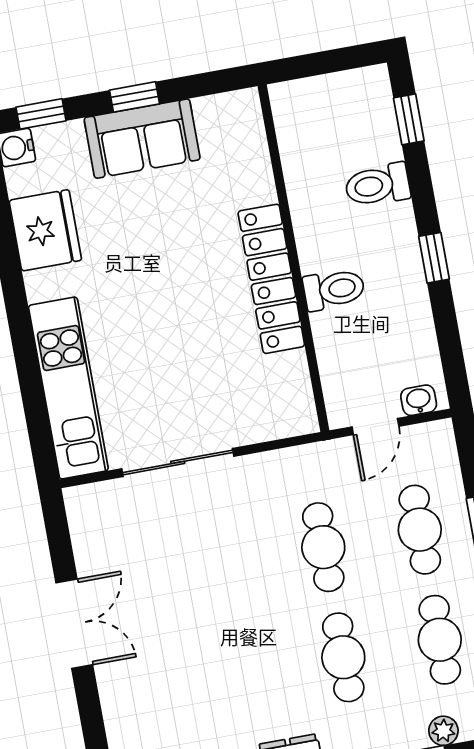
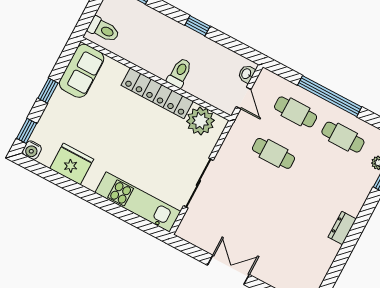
sofa: (142, 139) -> (82, 71), moved
toilet: (377, 185) -> (104, 30), moved, turned -90
plant: (282, 386) -> (200, 121), added
cafe table: (343, 657) -> (321, 179), removed

